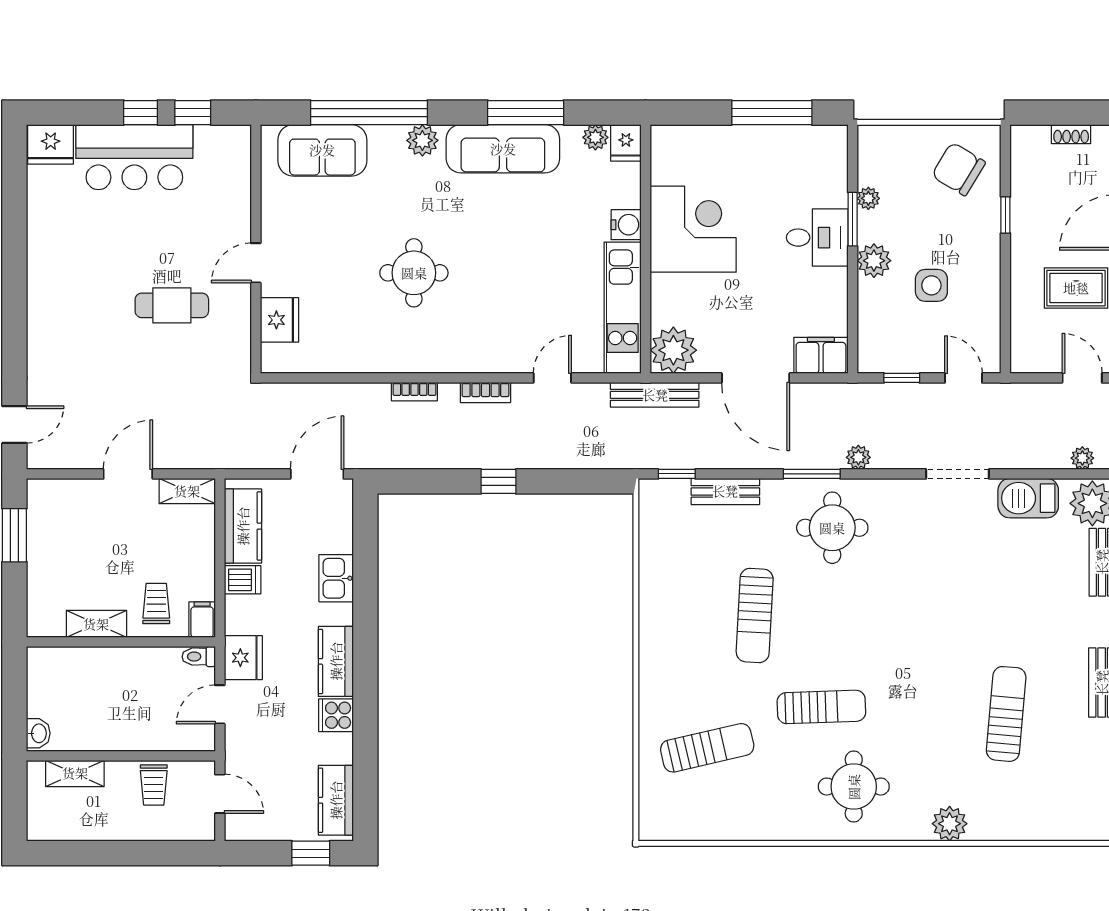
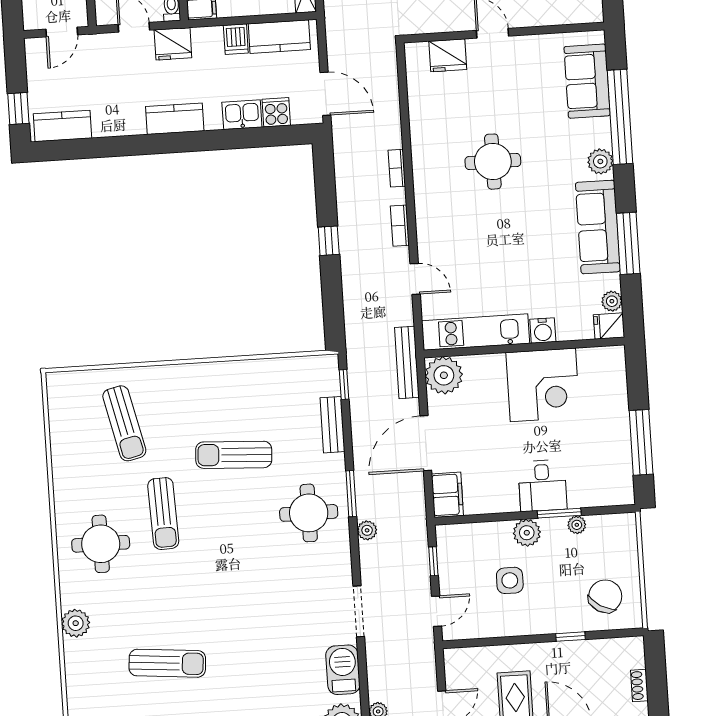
cooker: (336, 715) -> (276, 112), moved

